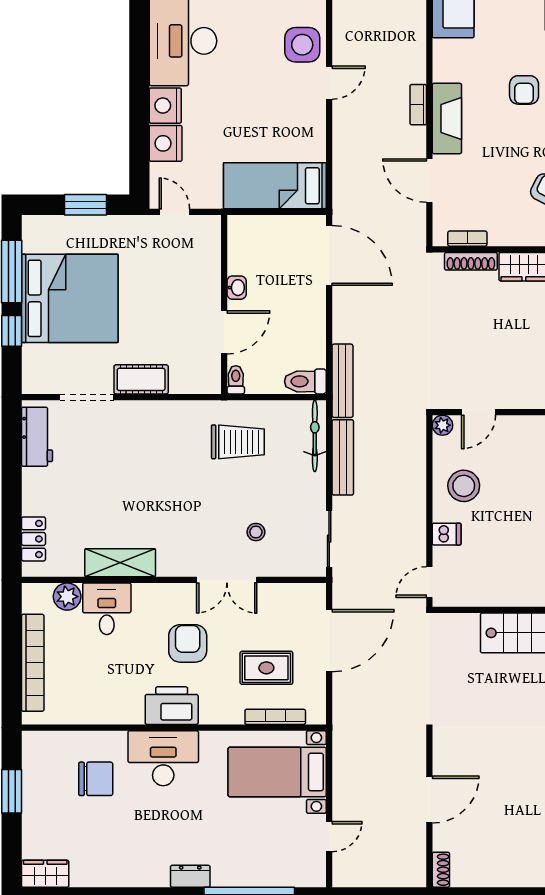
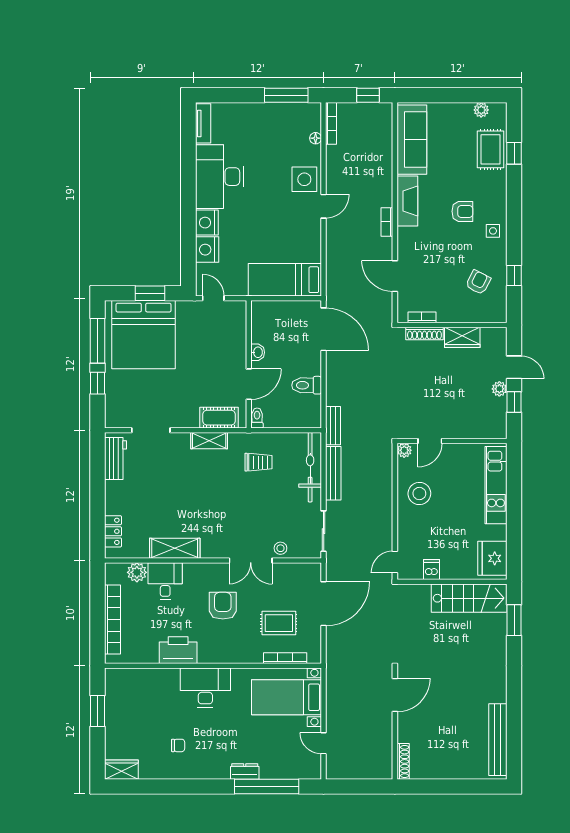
armchair: (524, 90) -> (462, 211), turned -90
fireplace: (447, 119) -> (407, 201), moved
bed: (70, 298) -> (144, 335), moved, turned 90
cot: (141, 379) -> (219, 418), moved
toilet: (305, 381) -> (307, 385), moved
bench: (342, 381) -> (333, 426), width x0.73
shelving: (168, 412) -> (209, 441), added
bicycle: (315, 436) -> (310, 467), width x1.37, depth x1.40
trolley: (238, 442) -> (259, 462), width x0.73, depth x0.72
stool: (256, 532) -> (280, 548), moved
dishwasher: (447, 534) -> (432, 570), moved, turned -90
printer: (172, 706) -> (178, 650), moved
chair: (96, 779) -> (178, 745), moved, width x0.54, depth x0.54
door: (429, 800) -> (395, 695), moved
door: (329, 837) -> (324, 743), swing flipped
shoe rack: (441, 870) -> (403, 761), width x1.43
dresser: (190, 876) -> (245, 772), moved

